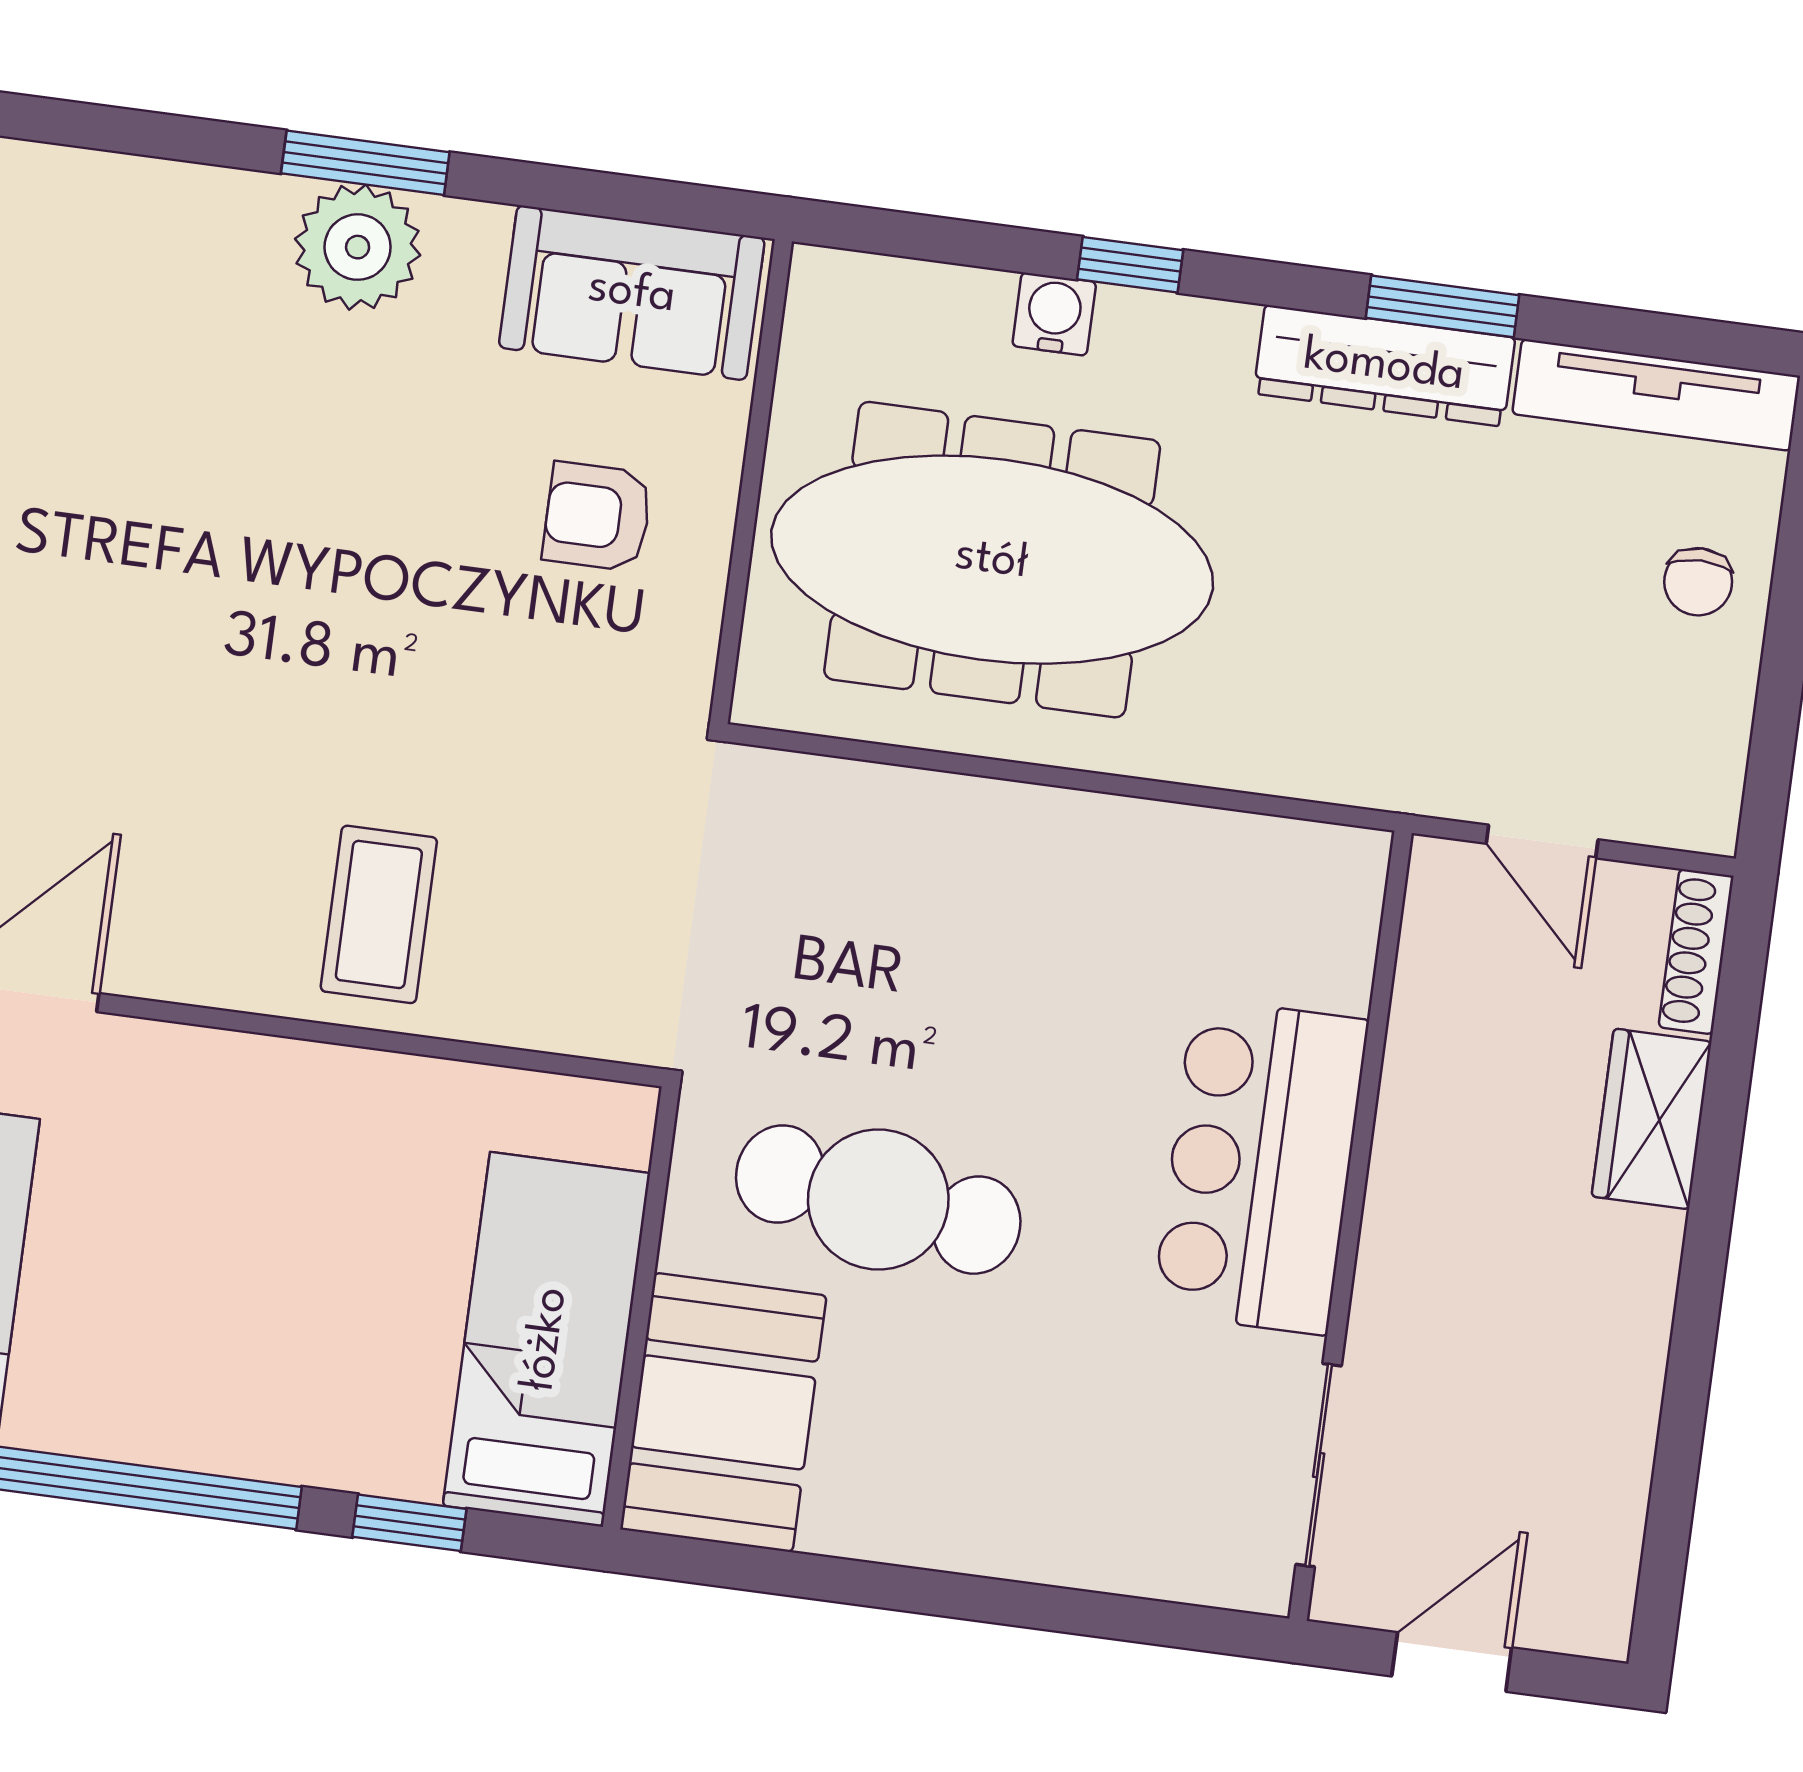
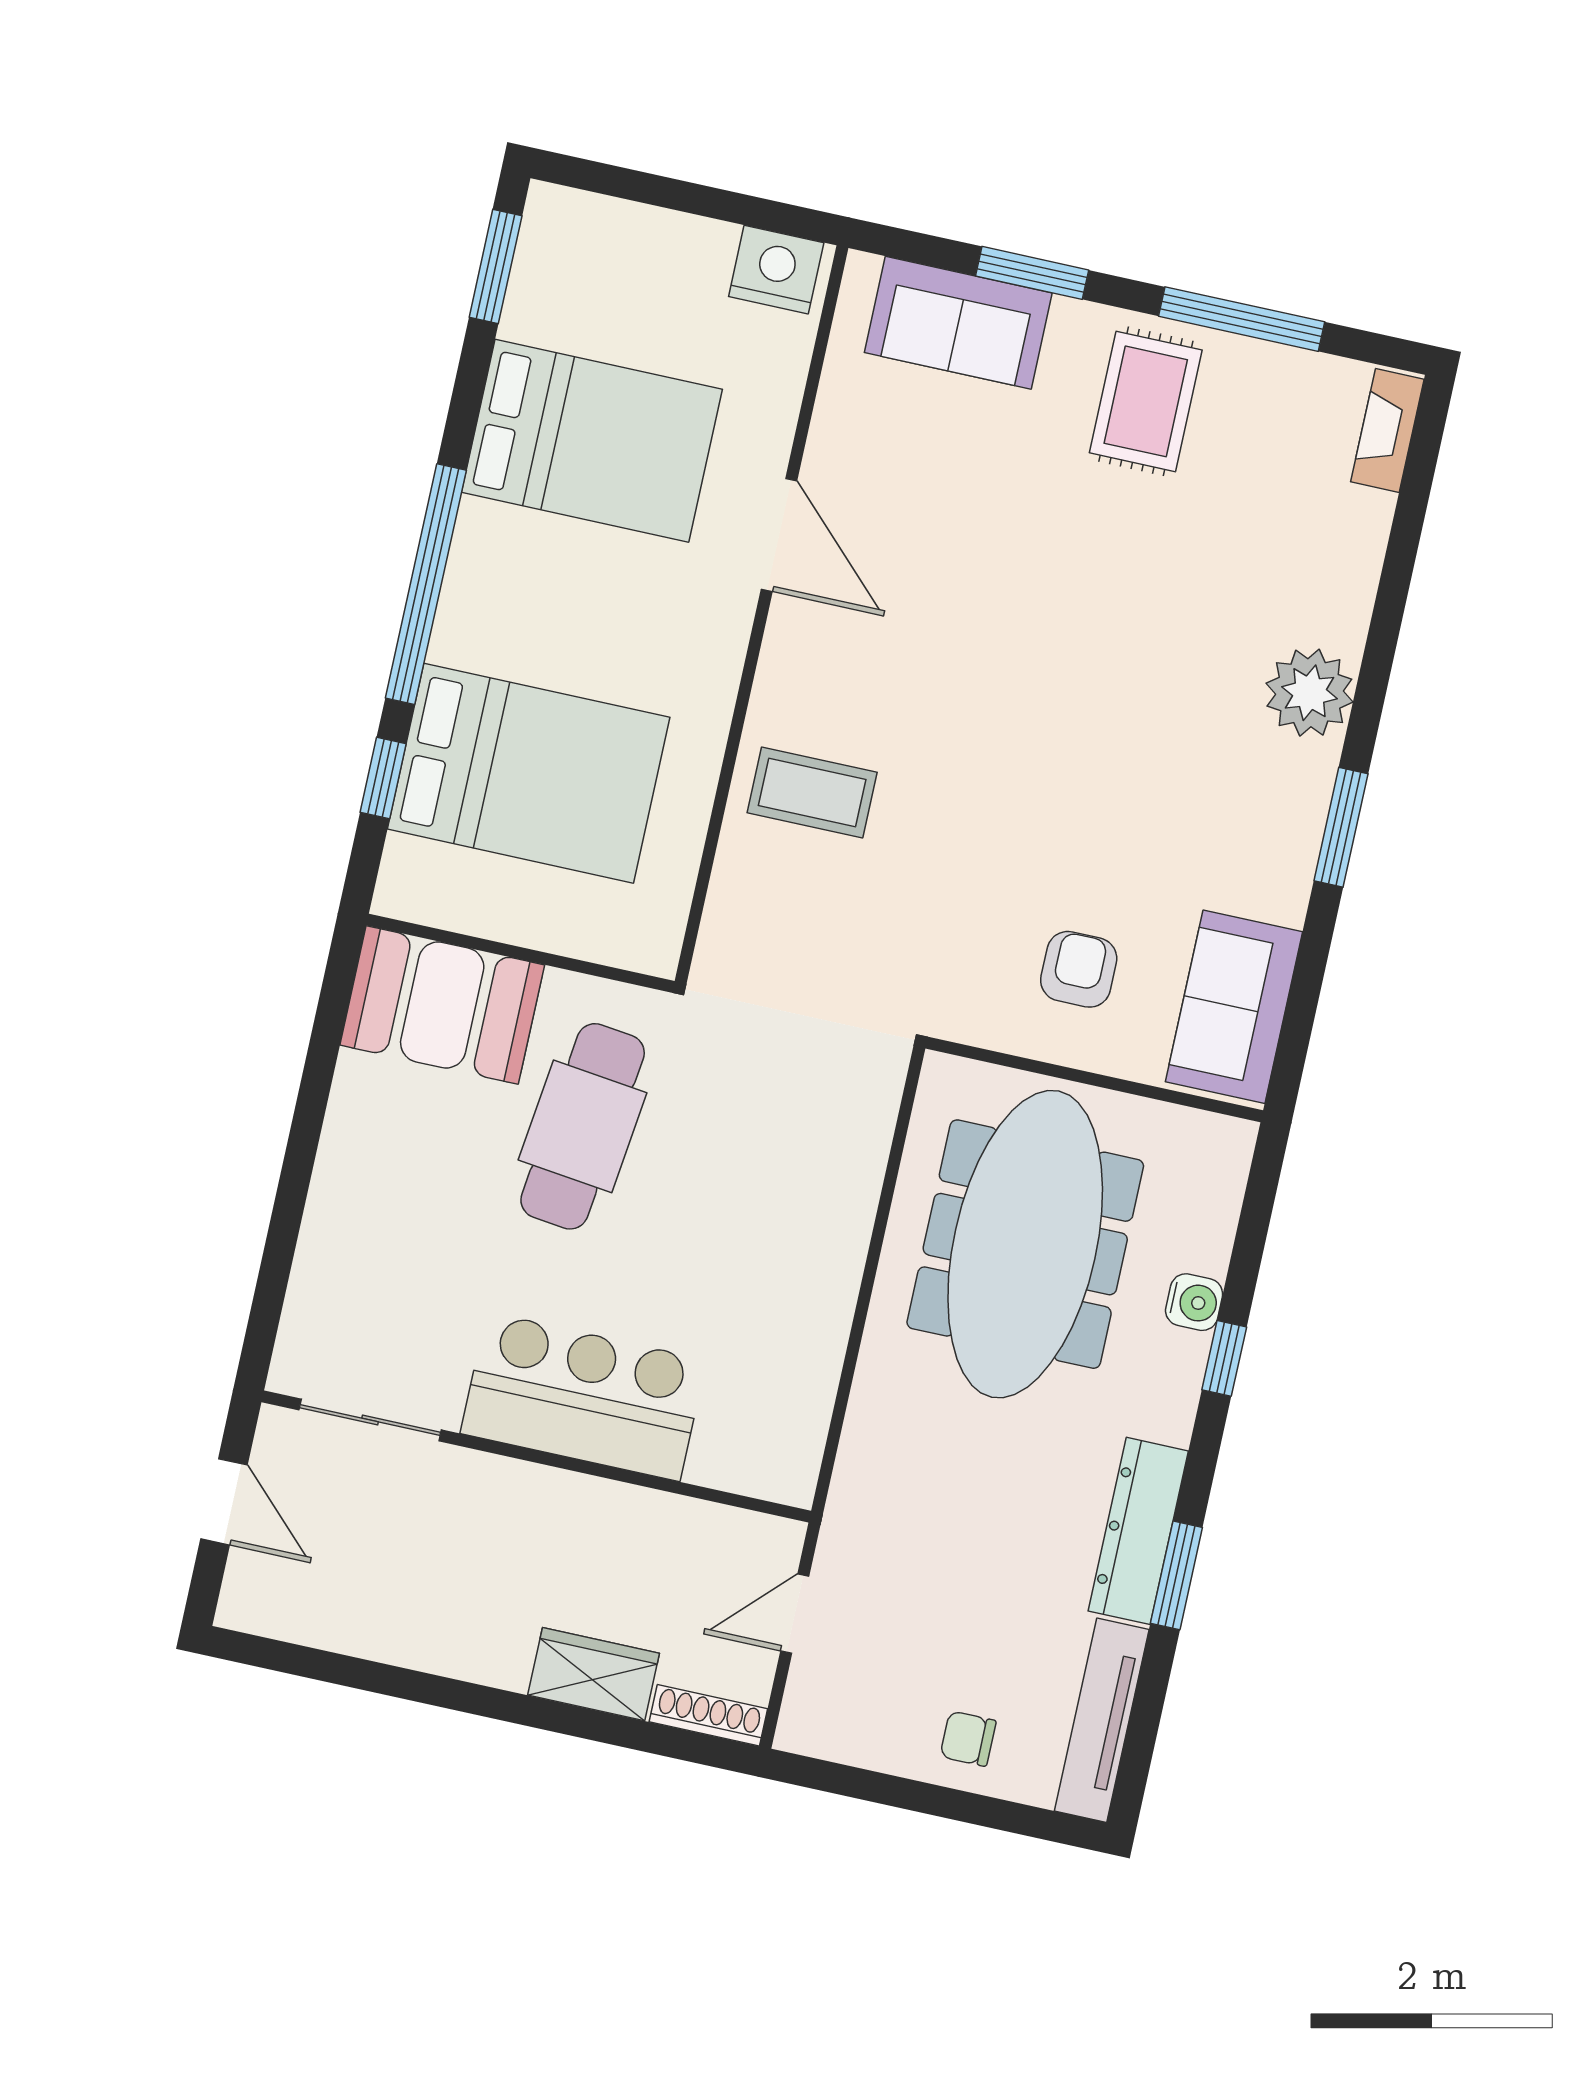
plant: (358, 247) -> (1309, 693), moved
bed: (546, 1339) -> (529, 773), moved, width x1.50

